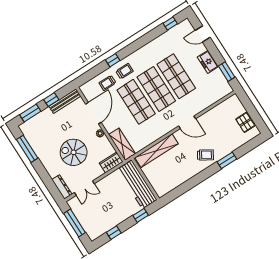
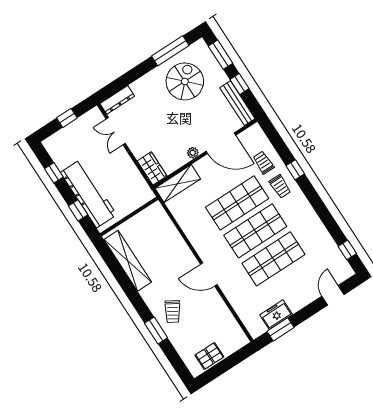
freezer: (208, 62) -> (276, 315), moved
door: (187, 122) -> (209, 274), hinge flipped
shelving: (157, 151) -> (128, 261), moved
spiral stairs: (74, 152) -> (185, 81), moved
trolley: (205, 155) -> (173, 312), moved
workbench: (137, 185) -> (89, 194), moved, turned 90
window: (75, 223) -> (67, 118), width x0.46

